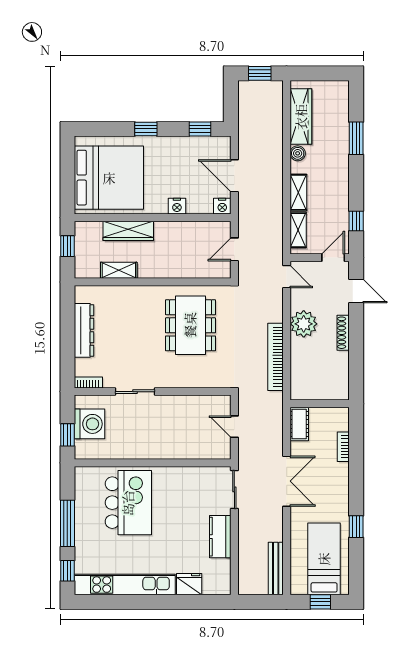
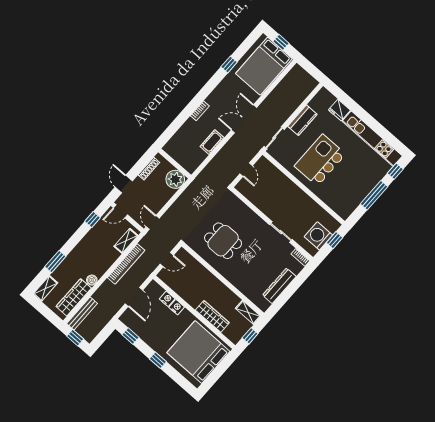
shelving: (298, 192) -> (45, 288), moved
nightstand: (222, 206) -> (167, 299), moved
shelving: (119, 270) -> (248, 312), moved
plant: (304, 324) -> (175, 179), moved
dining table: (190, 325) -> (223, 241), width x0.73
bookcase: (275, 357) -> (126, 264), moved
wall: (320, 404) -> (175, 164), moved
kitchen island: (128, 503) -> (320, 160), moved
bed: (324, 559) -> (264, 66), width x1.50
bench: (276, 569) -> (82, 314), moved

